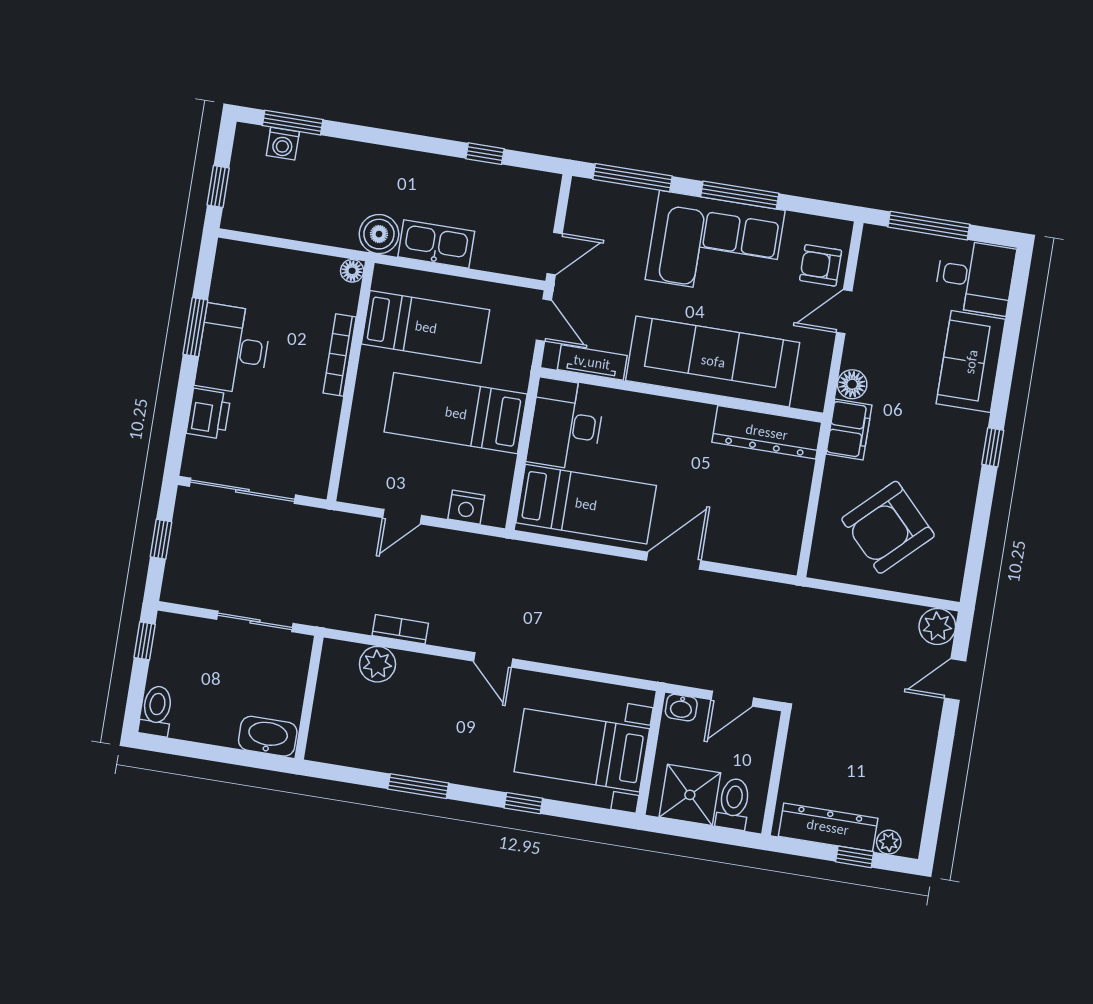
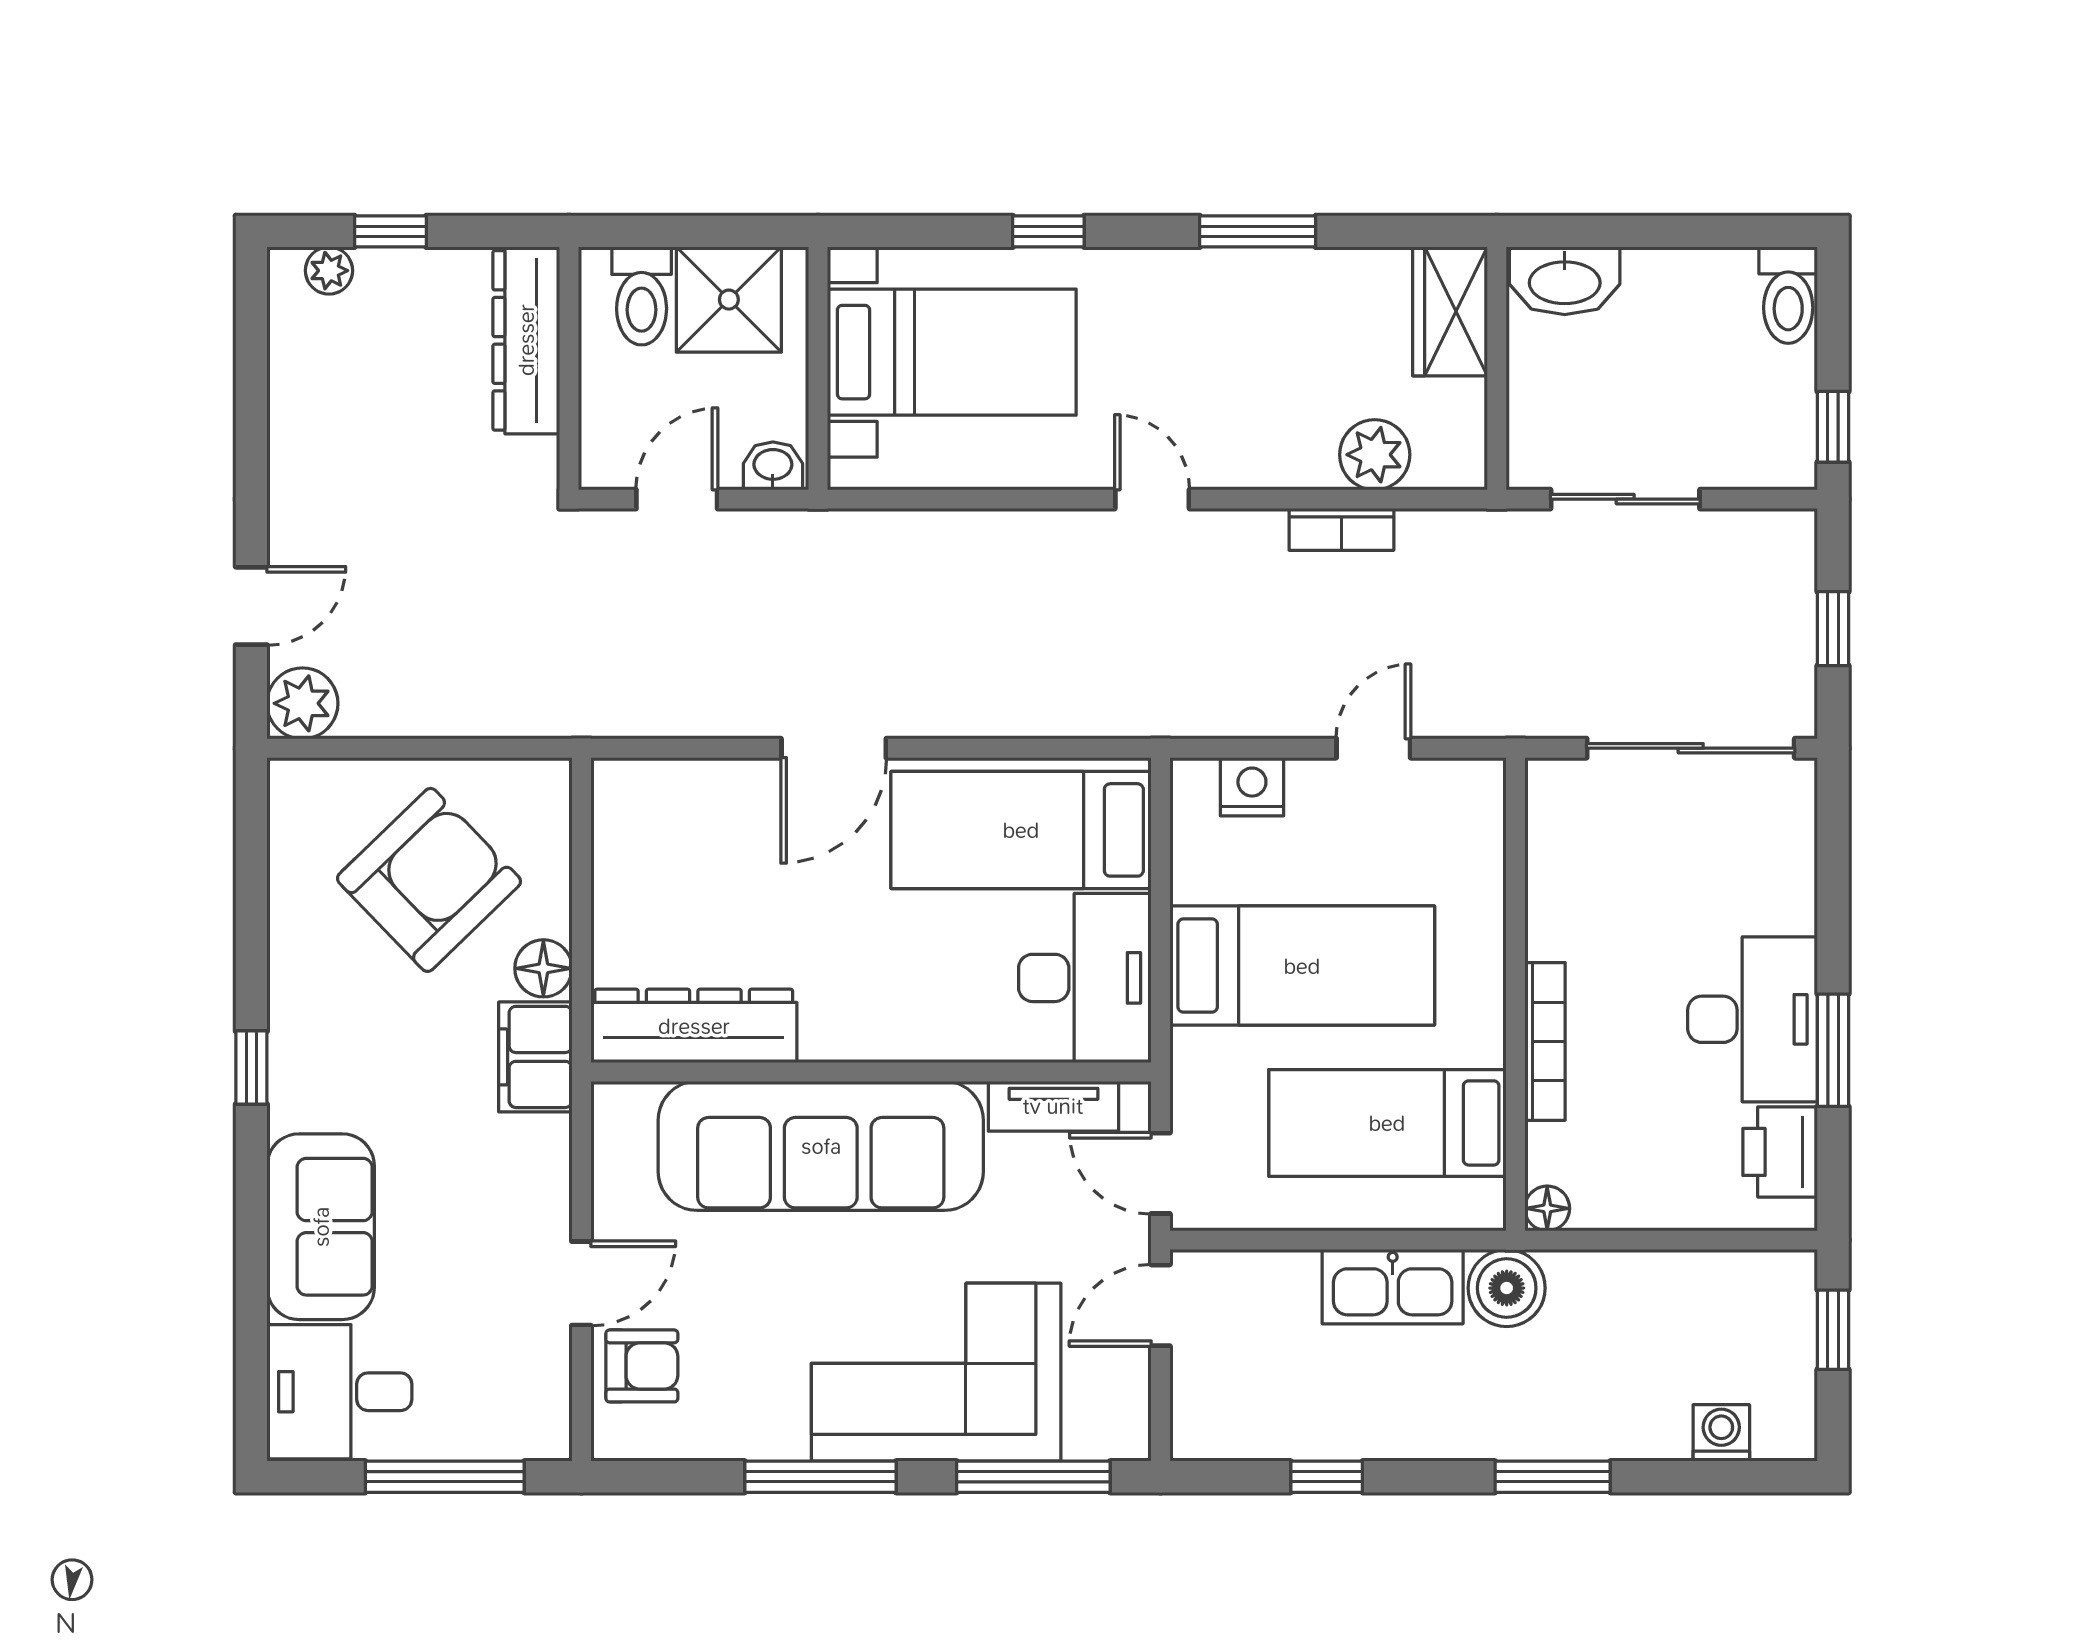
window: (293, 123) -> (1553, 1477), moved
corner sofa: (715, 245) -> (936, 1372), moved
floor lamp: (852, 384) -> (543, 968), moved
printer: (209, 414) -> (1780, 1152), moved
wardrobe: (328, 730) -> (1450, 311), added
dresser: (828, 827) -> (526, 340), moved, turned 90

